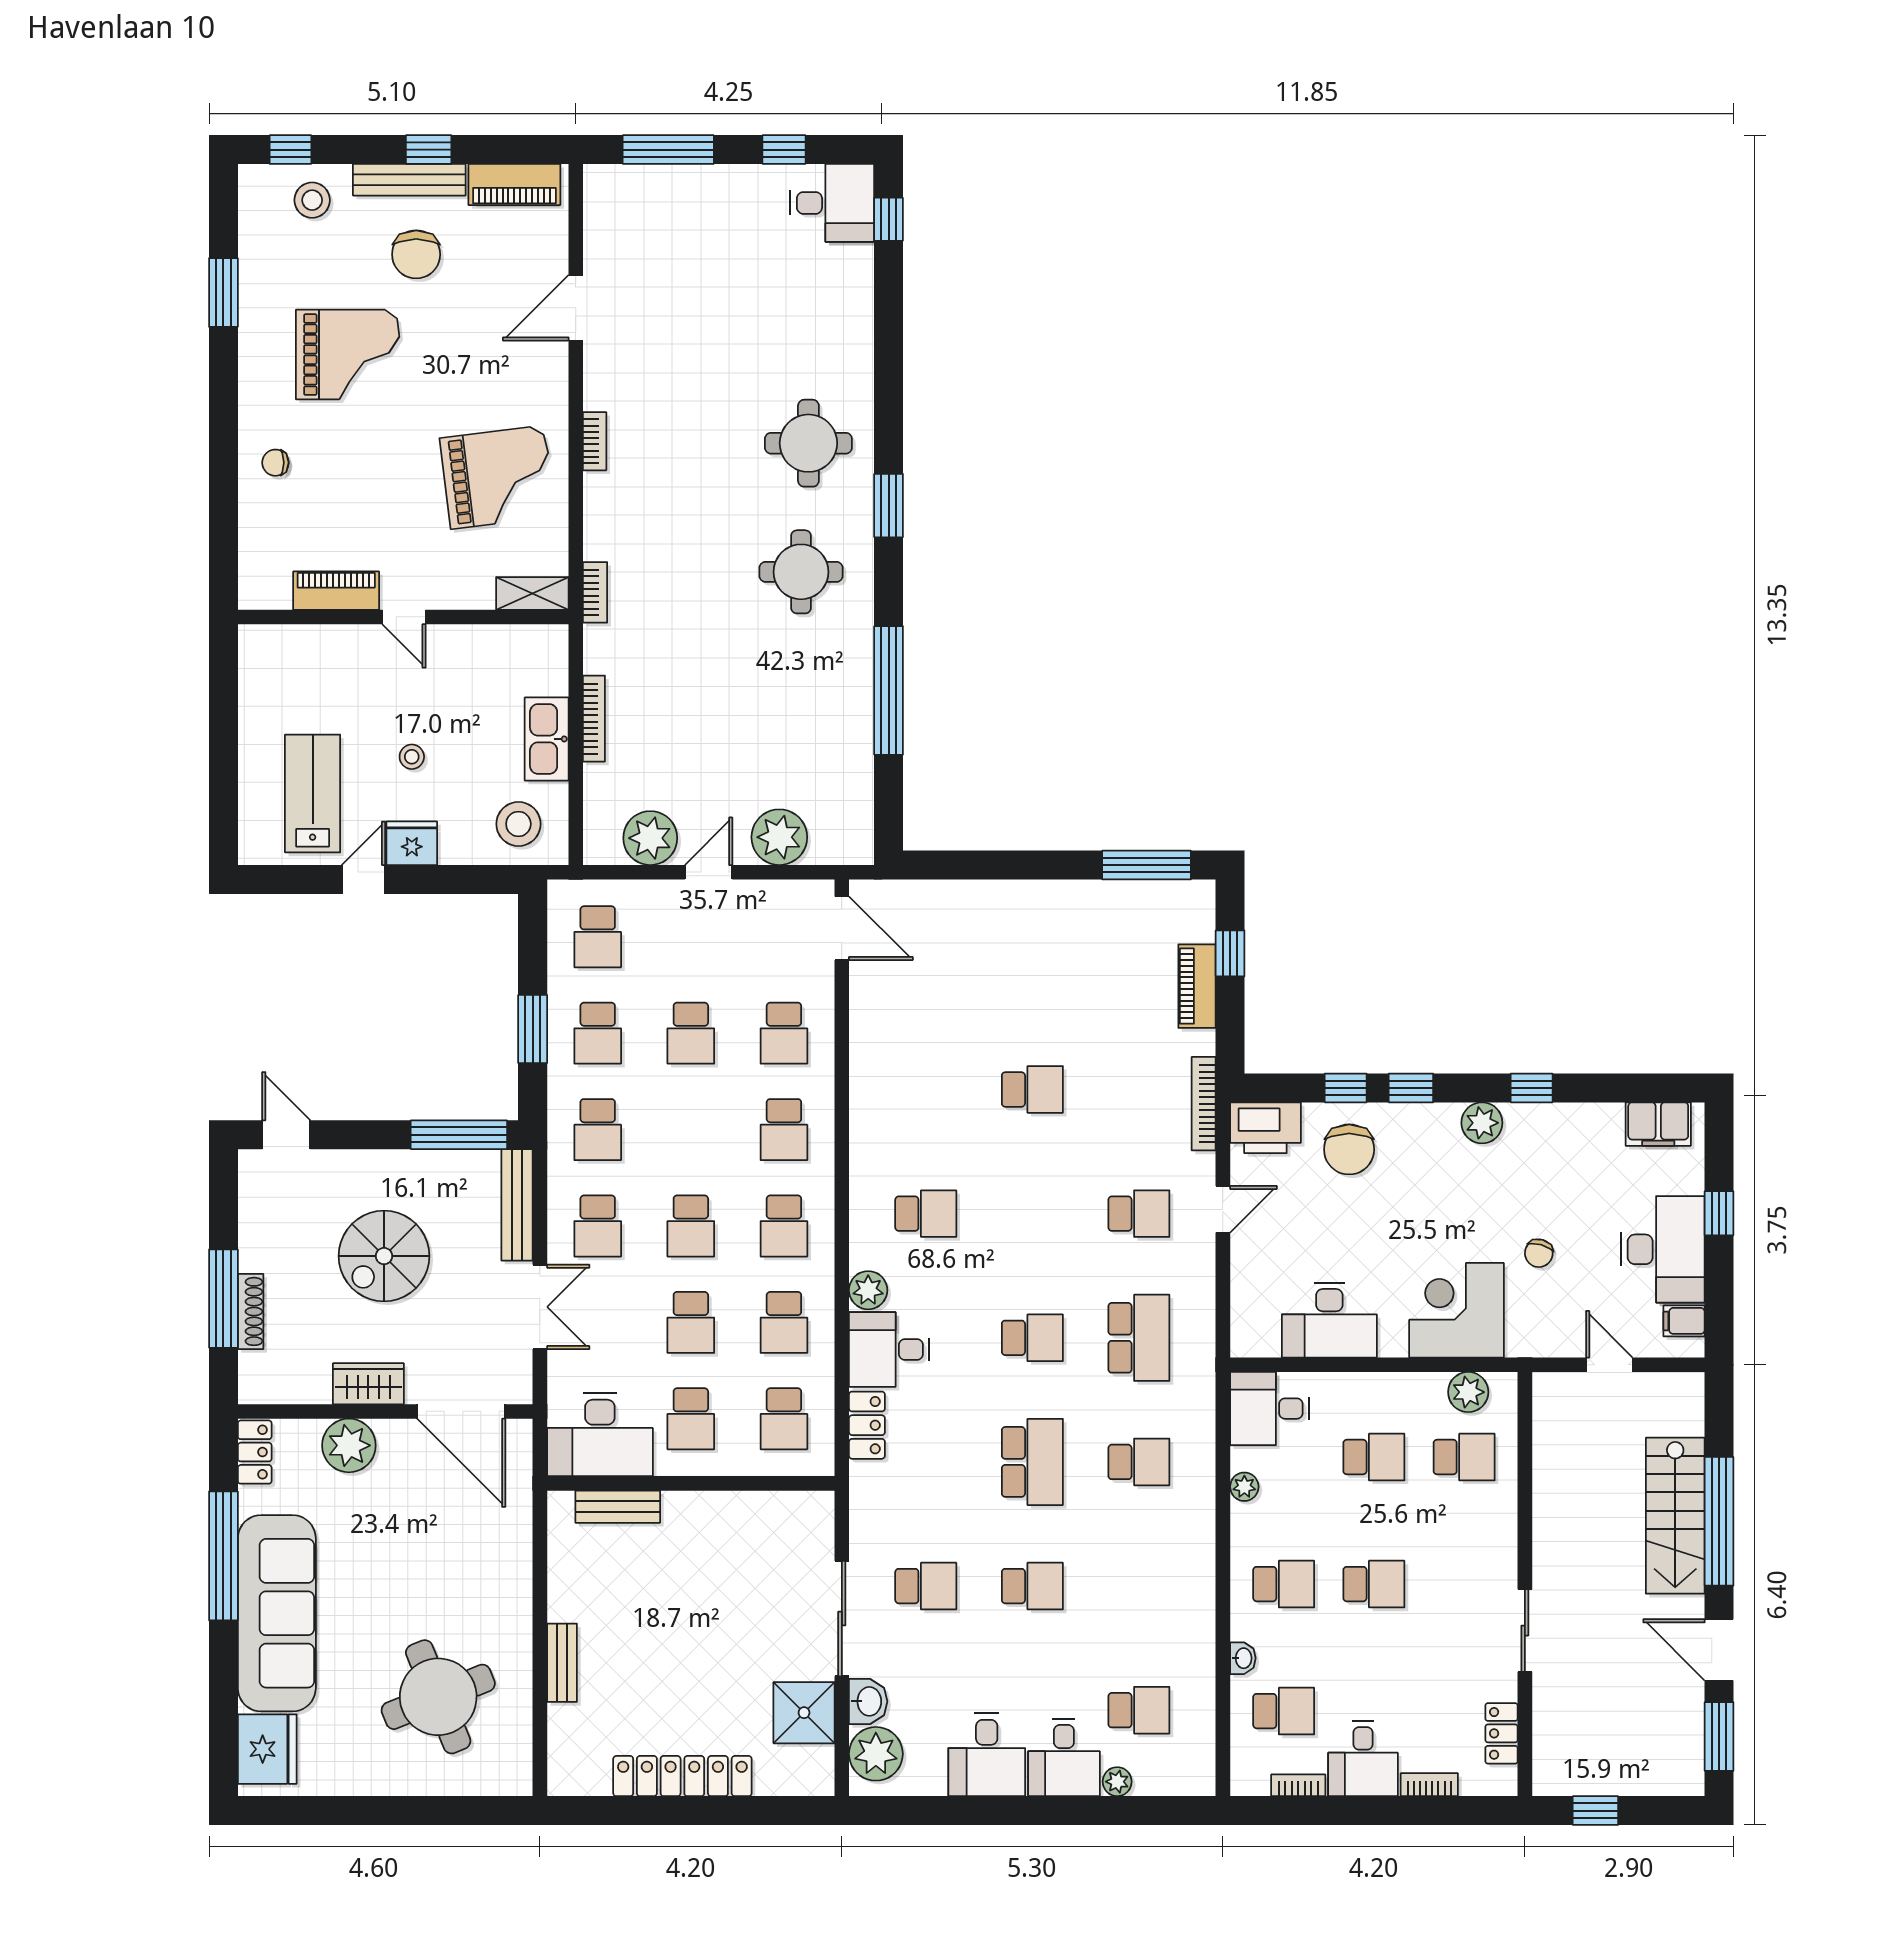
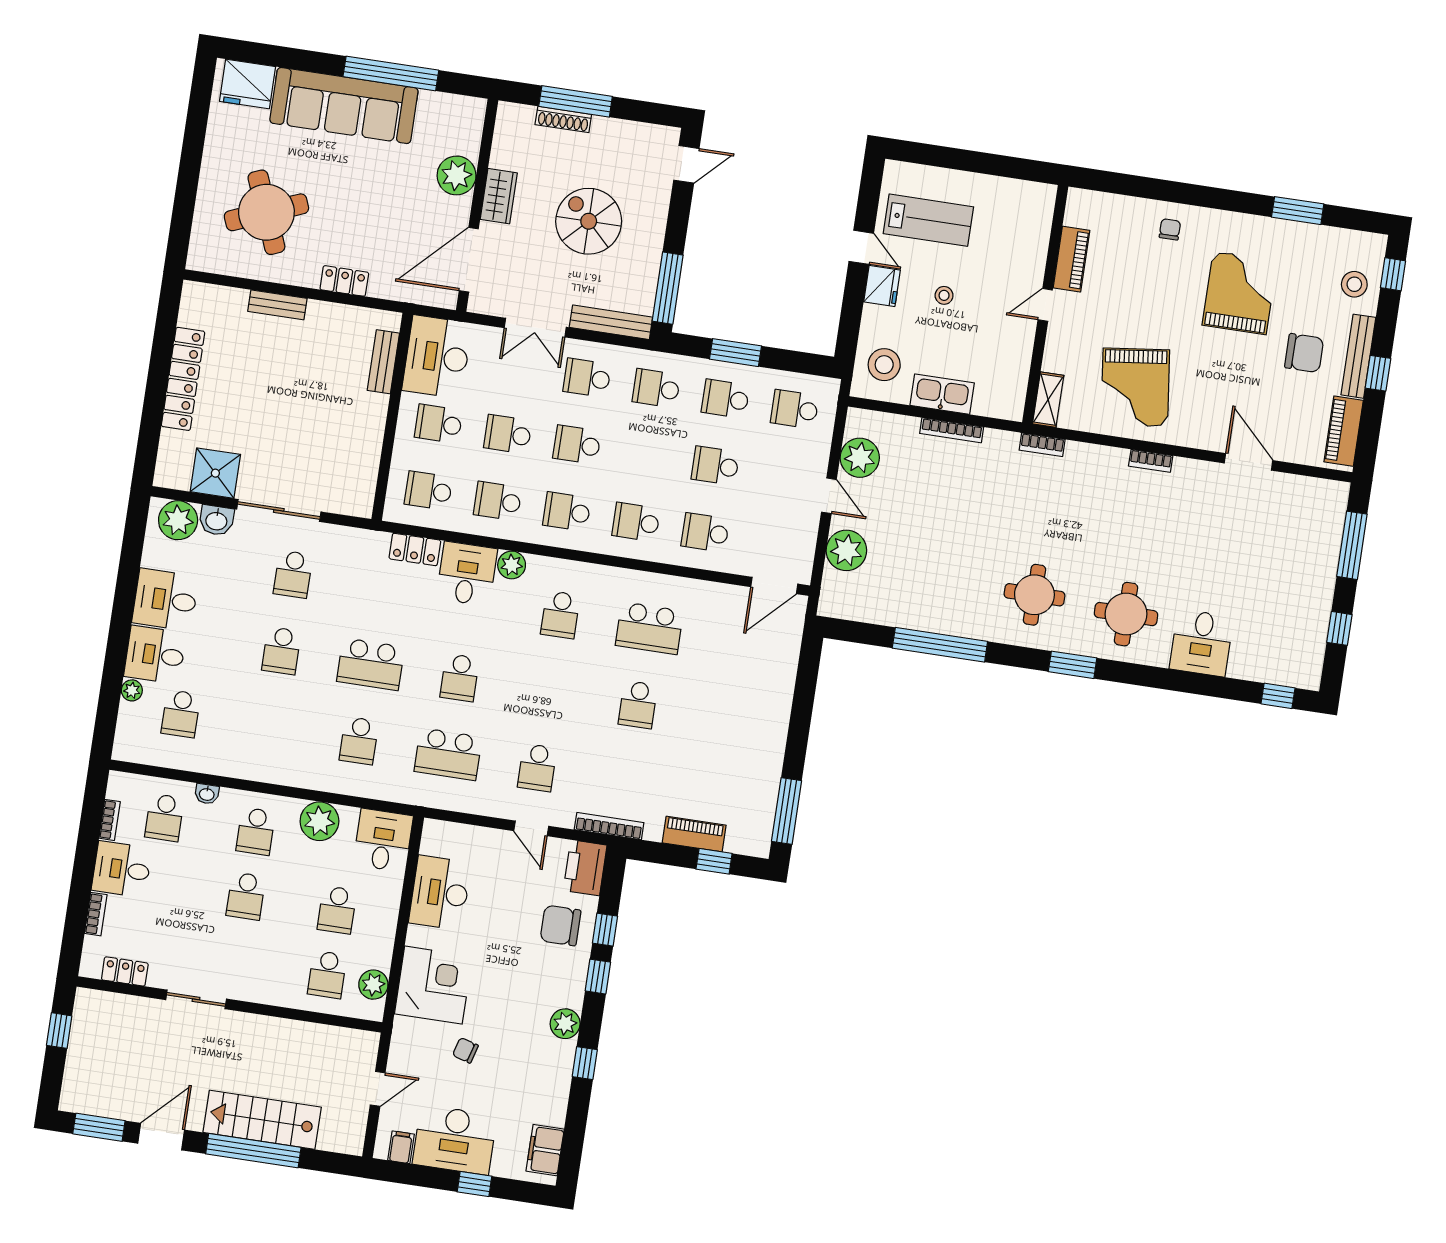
desk: (832, 203) -> (1201, 643), moved
chair: (416, 254) -> (1304, 353), turned 180
grand piano: (348, 355) -> (1240, 293), turned 180
school desk: (926, 1089) -> (649, 628), added
locker: (255, 1452) -> (344, 281), moved, turned 180
plant: (1244, 1487) -> (319, 821), width x1.88, depth x1.88

